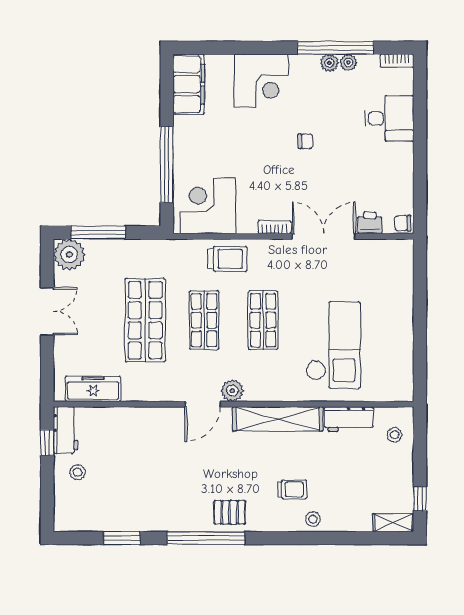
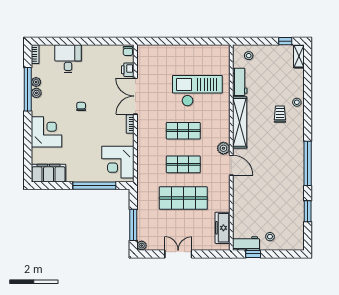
plant: (69, 255) -> (142, 246), width x0.53, depth x0.53
trolley: (227, 259) -> (148, 151), removed
pallet: (230, 512) -> (293, 150), removed

